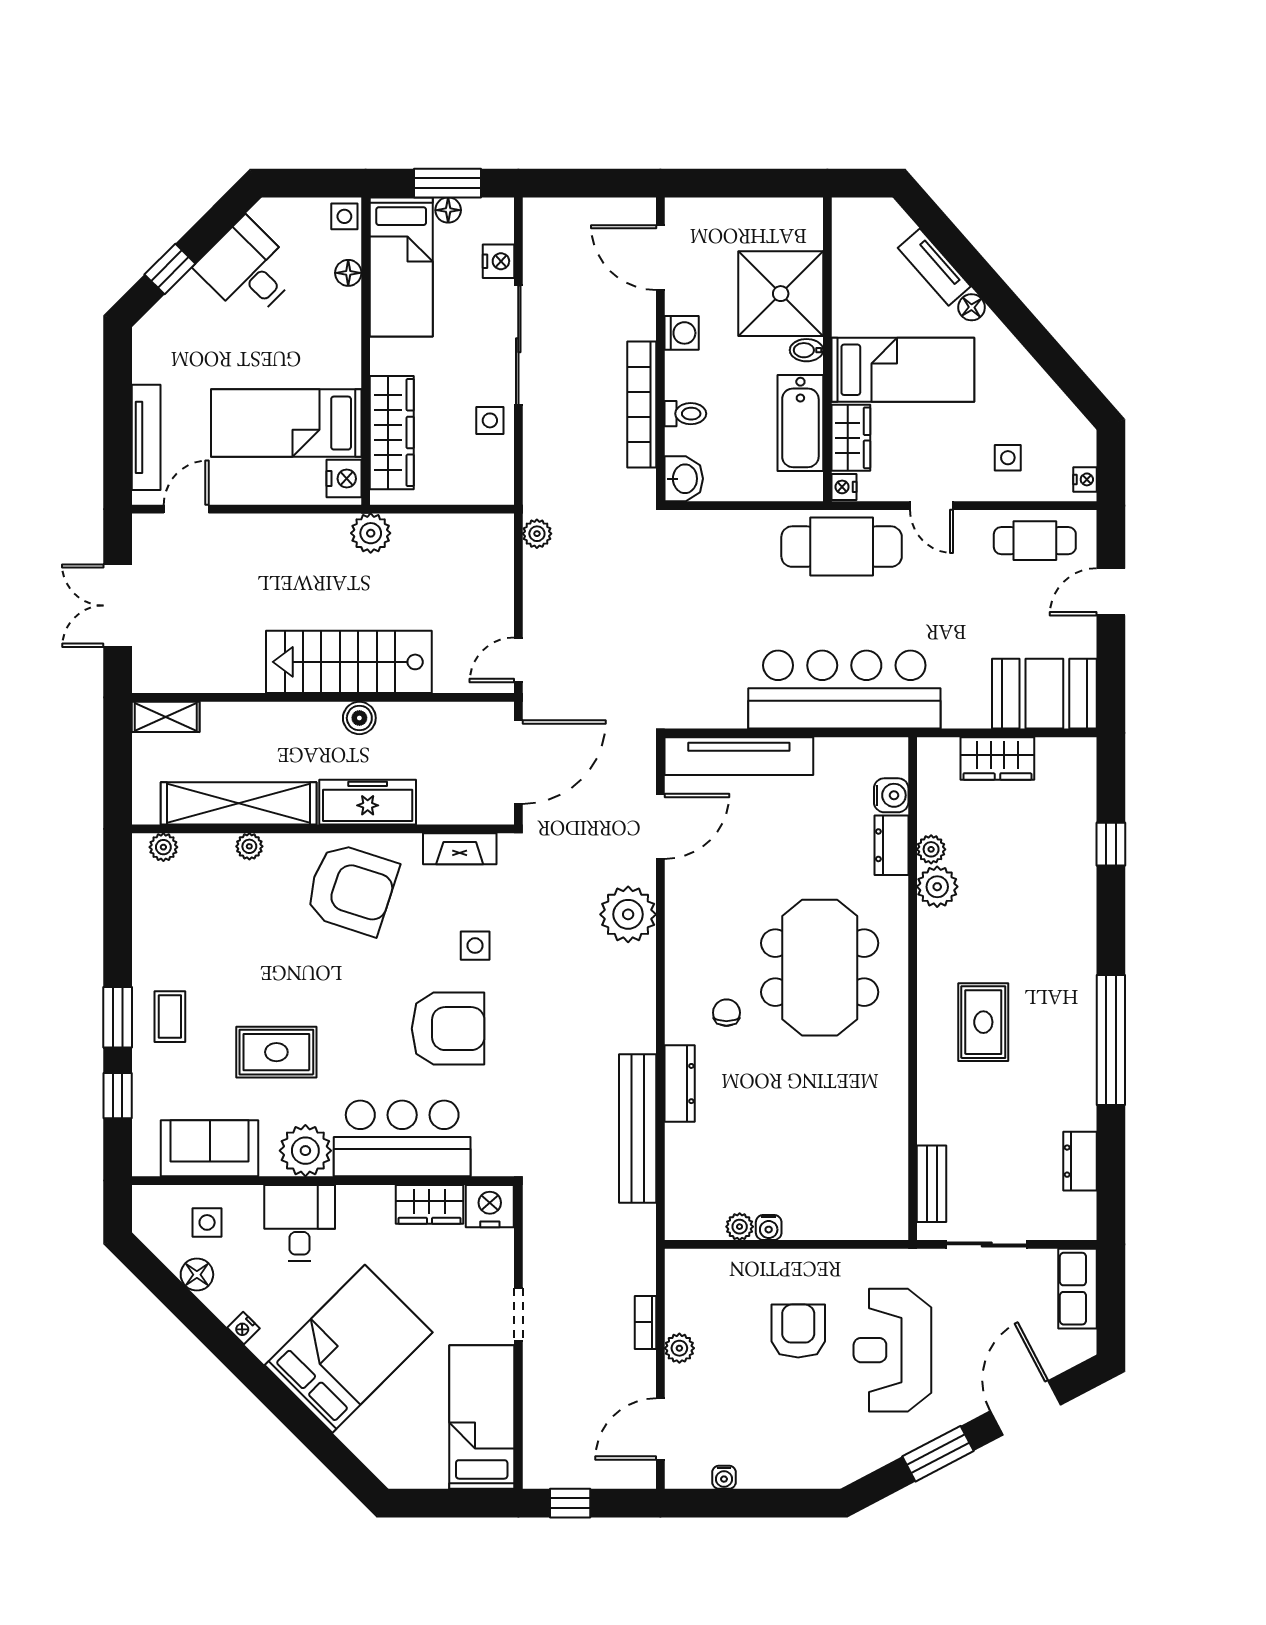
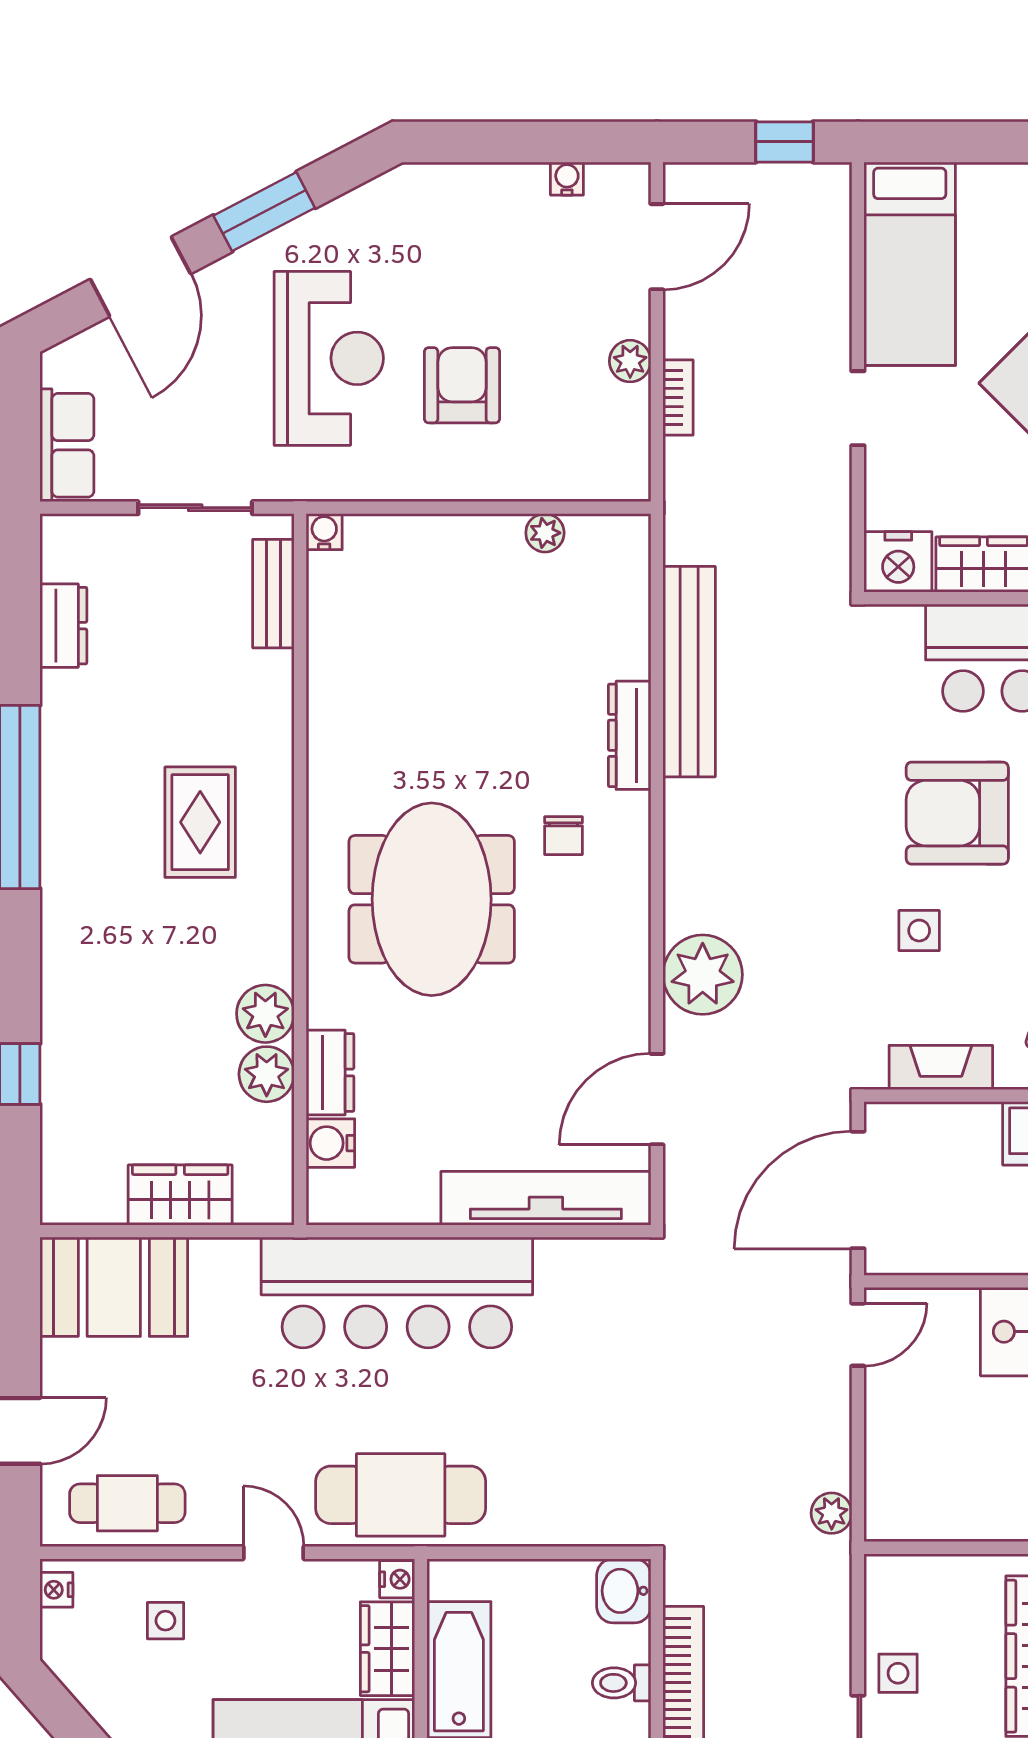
plant: (931, 849) -> (267, 1074), width x1.38, depth x1.38
water cooler: (769, 1227) -> (324, 532), moved
armchair: (798, 1331) -> (462, 385), turned 180

